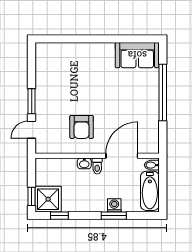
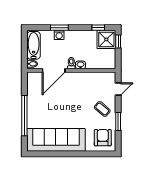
sofa: (137, 55) -> (56, 140), width x1.85, depth x1.27
window: (32, 101) -> (118, 122), moved
coffee table: (54, 102) -> (102, 109), added
armchair: (82, 127) -> (103, 138), moved

